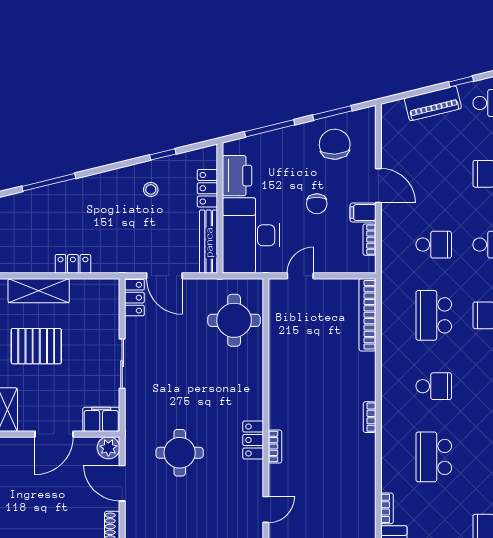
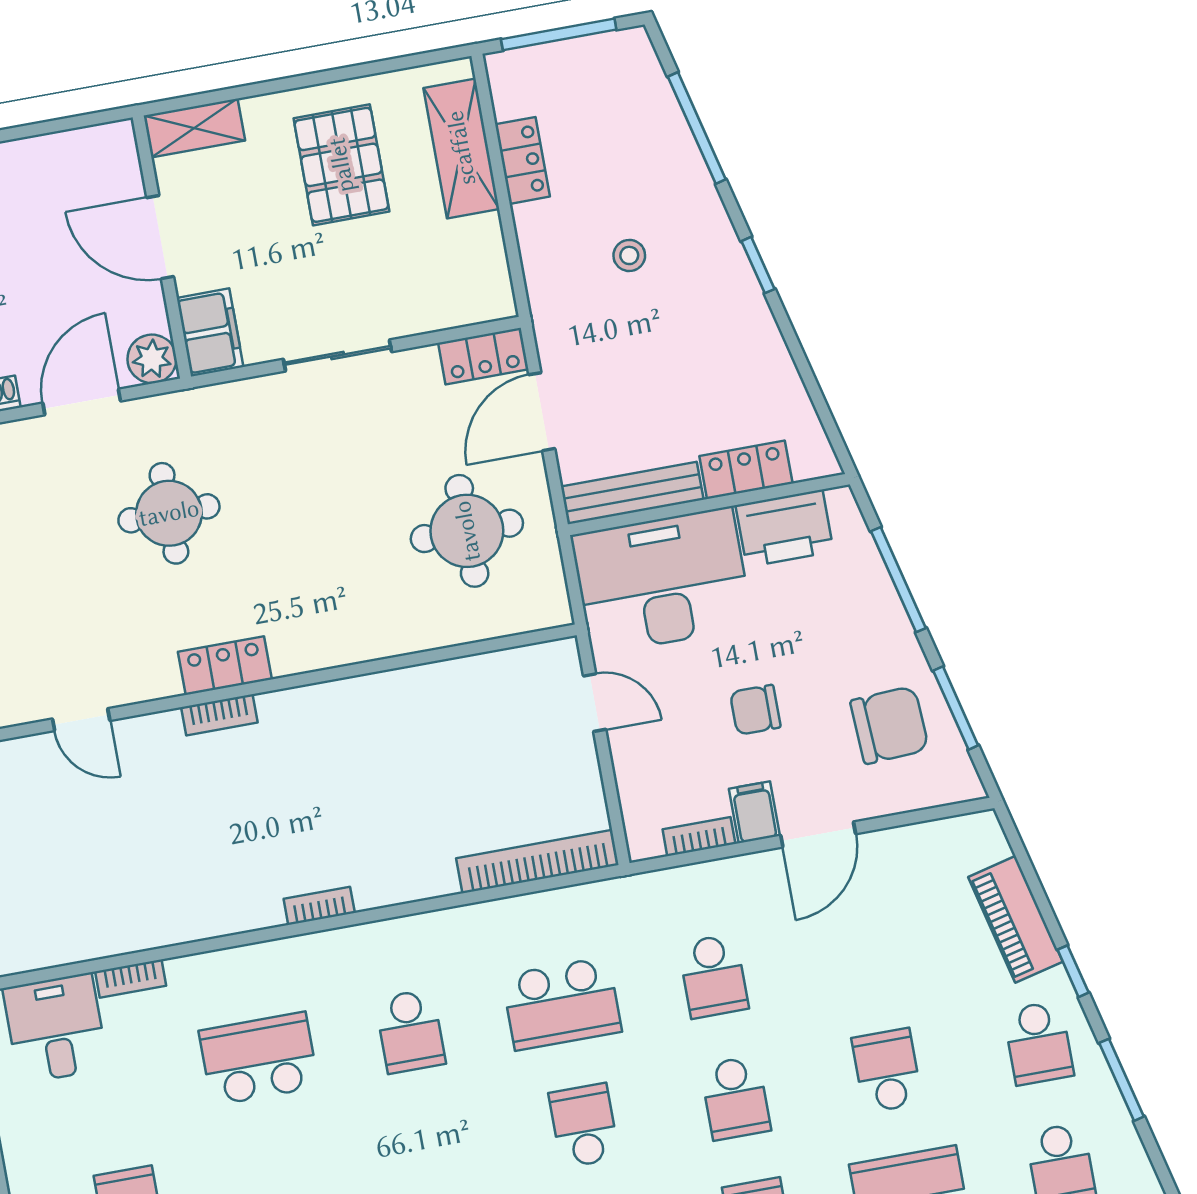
window: (163, 154) -> (758, 265), moved
stool: (151, 190) -> (629, 255), moved
locker: (73, 264) -> (522, 160), moved
school desk: (434, 315) -> (562, 1004), turned 180
round table: (234, 320) -> (467, 531), moved

